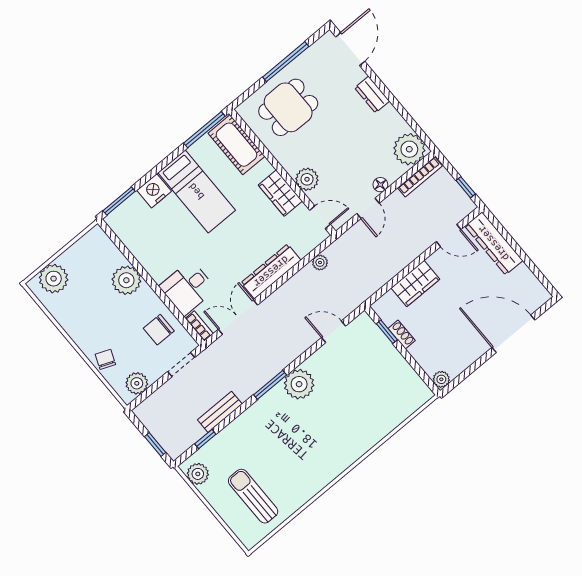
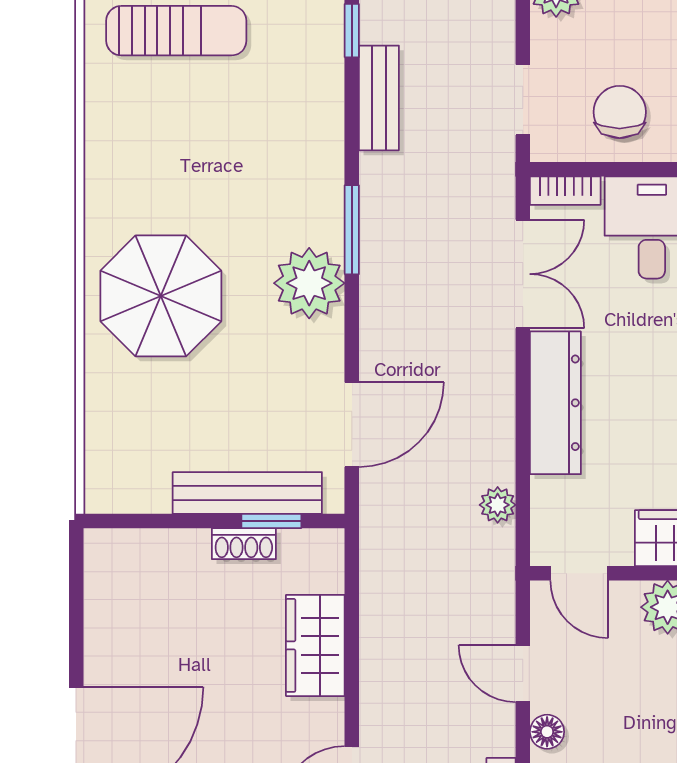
door: (320, 217) -> (579, 573), hinge flipped
door: (334, 332) -> (352, 425), width x1.38
bench: (384, 347) -> (247, 493), added
plant: (441, 379) -> (103, 548), removed
parasol: (344, 429) -> (161, 296), added

